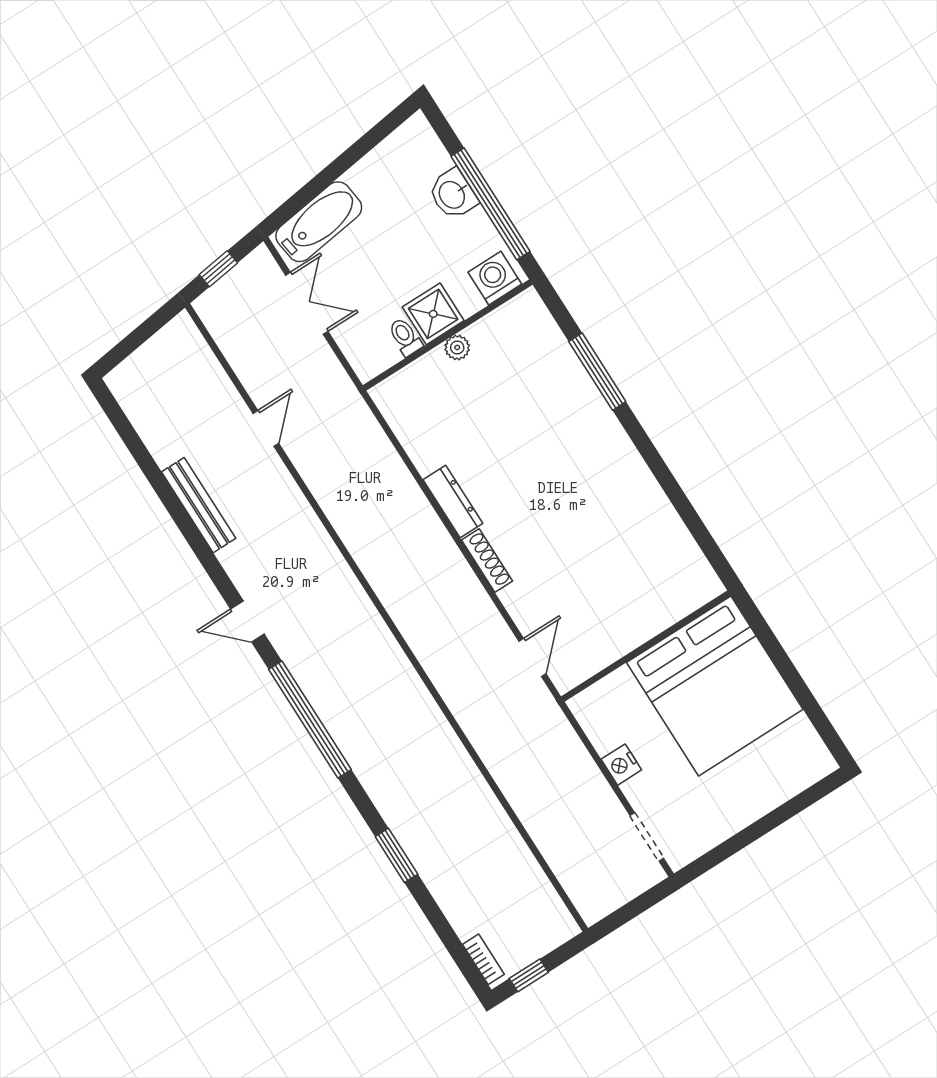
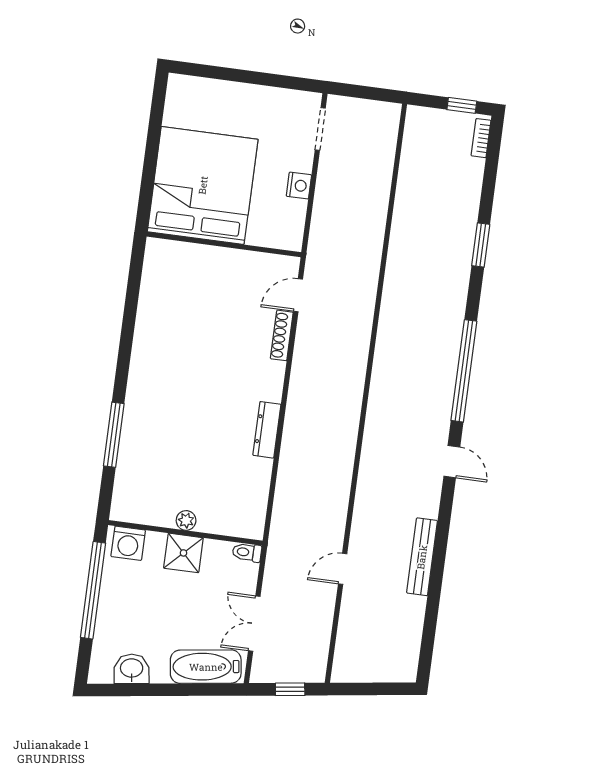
washbasin: (453, 194) -> (132, 669), moved, turned -98
toilet: (405, 337) -> (247, 552), moved, turned 90
shoe rack: (487, 561) -> (282, 335), moved

